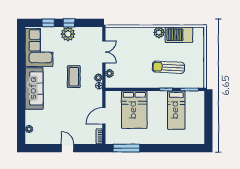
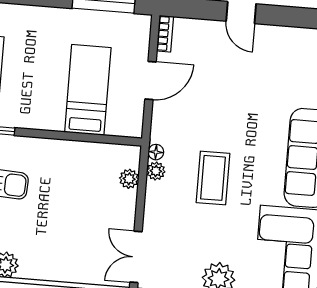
double door: (104, 52) -> (136, 257), moved
bed: (134, 110) -> (88, 90), width x0.67

